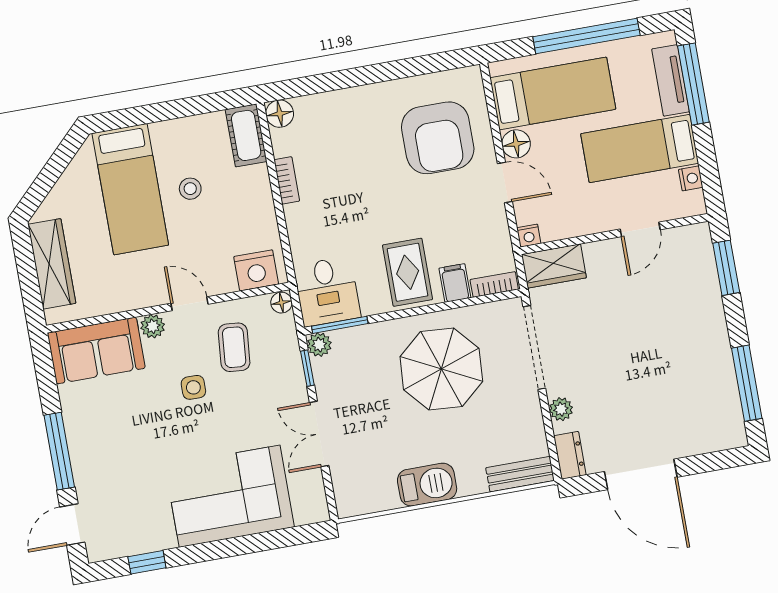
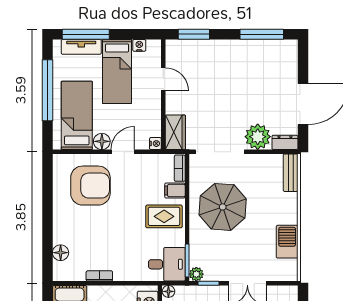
floor lamp: (280, 114) -> (61, 253), moved
plant: (561, 409) -> (258, 137), width x1.87, depth x1.87
barbecue: (427, 485) -> (287, 242), moved

